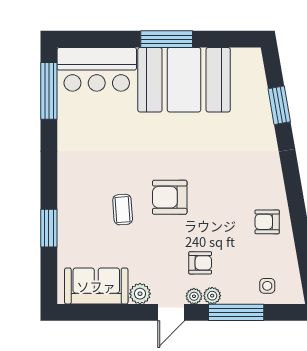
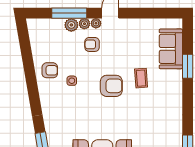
sofa: (96, 286) -> (171, 49), moved, turned 90
side table: (267, 286) -> (72, 81), moved
plant: (140, 294) -> (71, 25), moved

